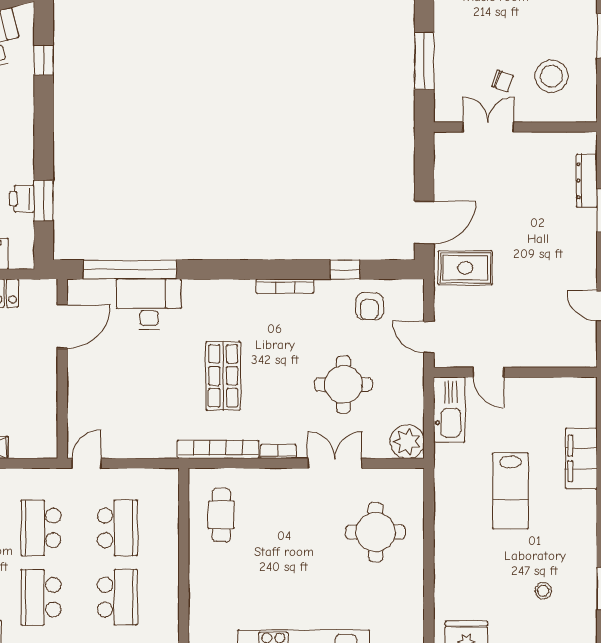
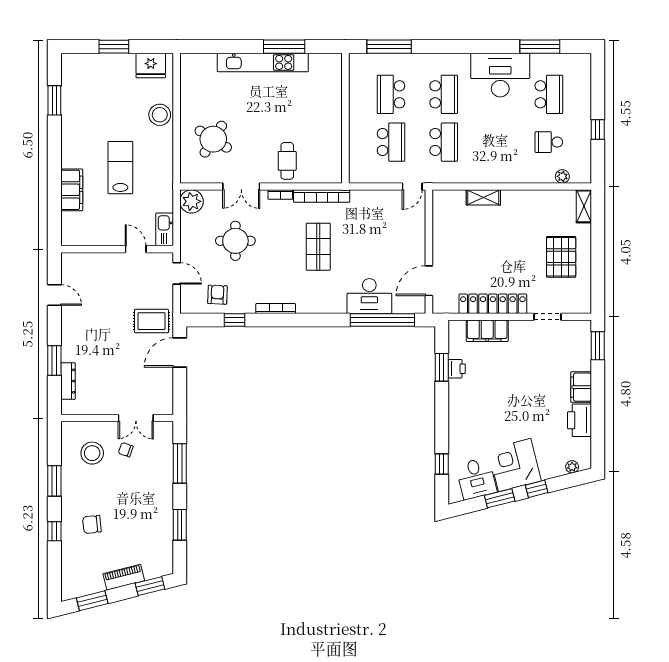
kitchen sink: (449, 410) -> (165, 229), width x0.73, depth x0.81
cafe table: (221, 515) -> (287, 161), moved
school desk: (117, 528) -> (391, 142), turned 180
round table: (376, 532) -> (213, 139), turned 32
stool: (543, 591) -> (160, 115), moved, width x1.89, depth x1.89

